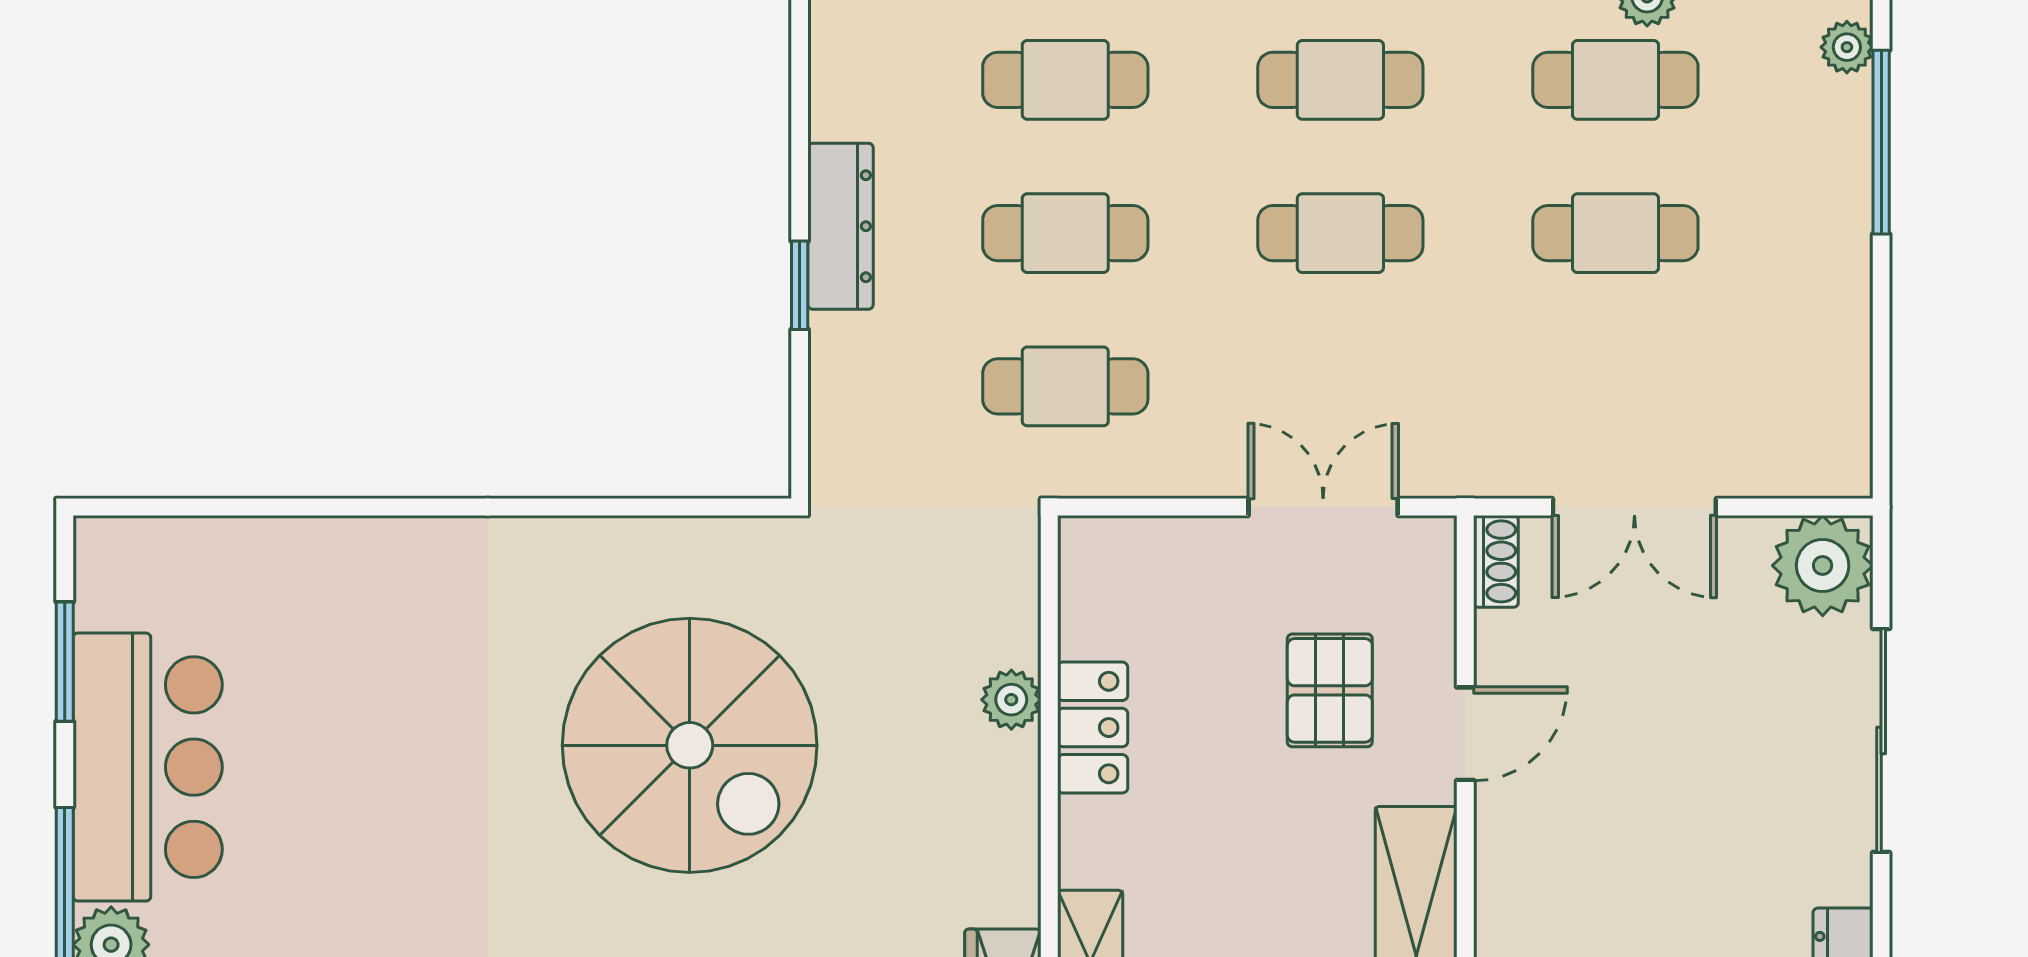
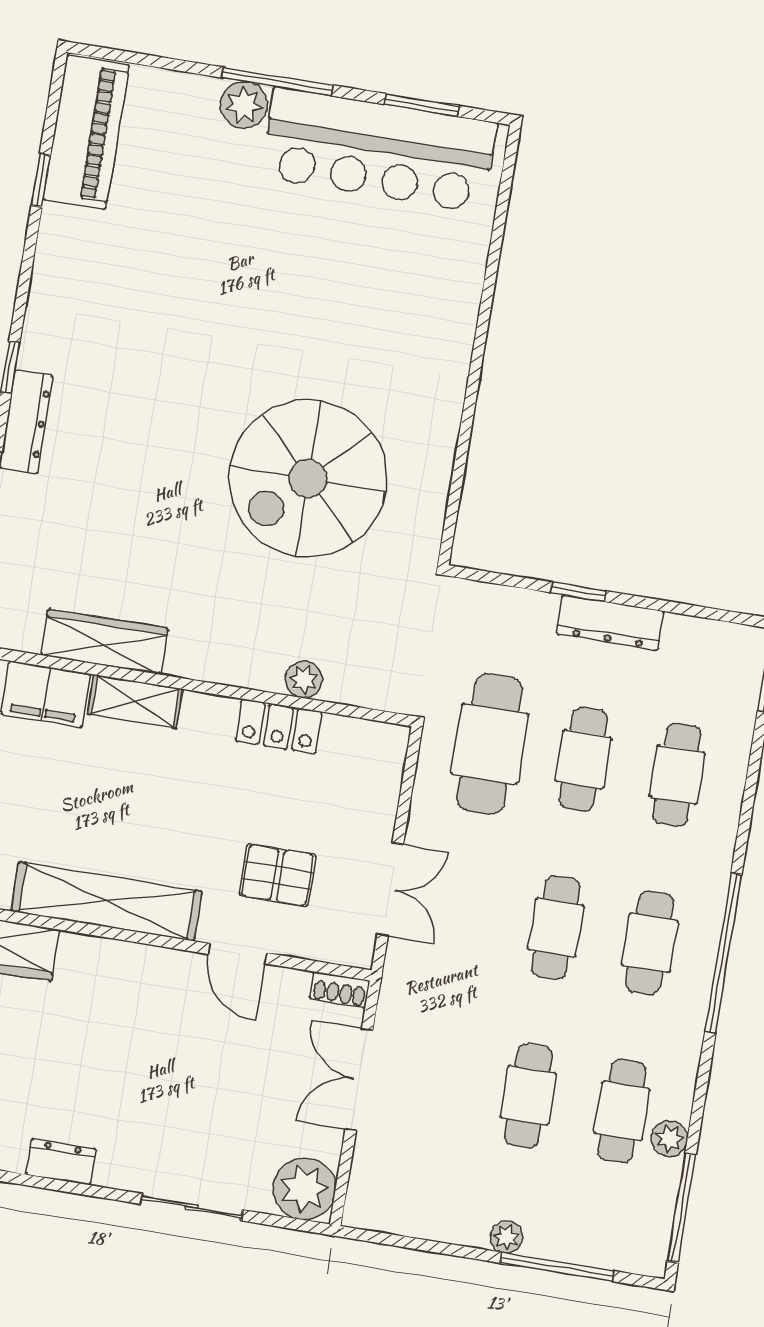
plant: (1847, 47) -> (506, 1237), moved
cafe table: (1065, 386) -> (490, 744), width x1.37, depth x1.35
sliding door: (1881, 740) -> (192, 1207), width x0.73
bar counter: (148, 767) -> (379, 150), width x1.36

